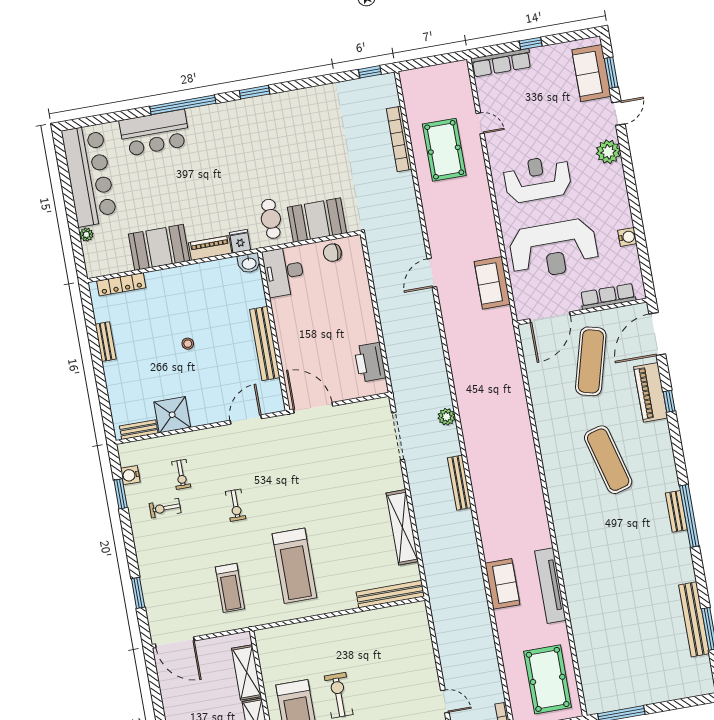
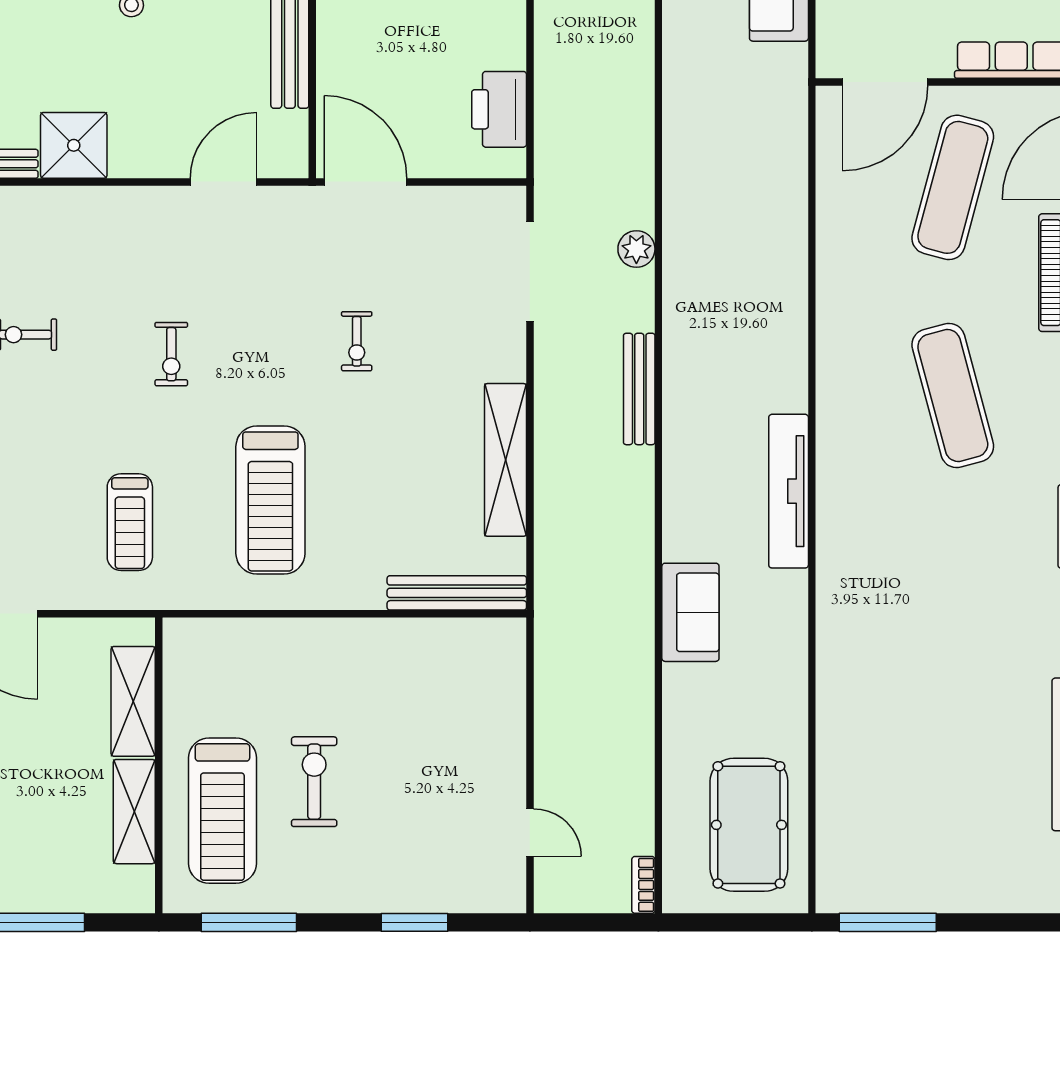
exercise bike: (181, 474) -> (357, 341), moved
tv unit: (550, 586) -> (789, 491), moved

